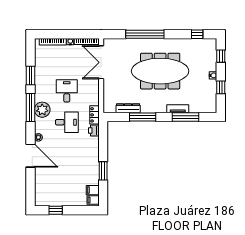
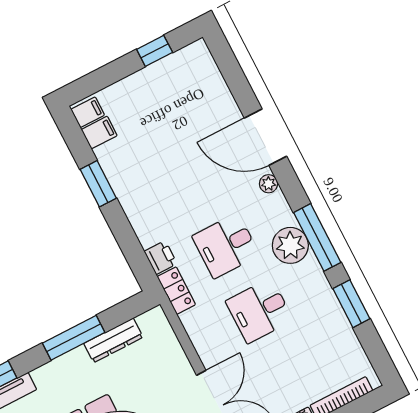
desk: (67, 91) -> (259, 311), turned 90

